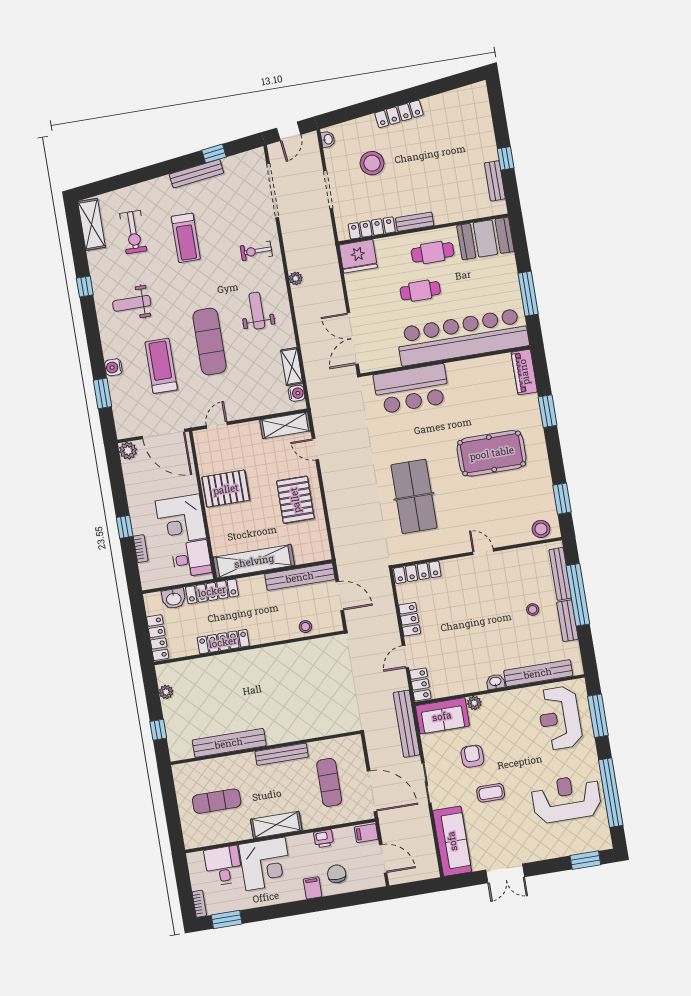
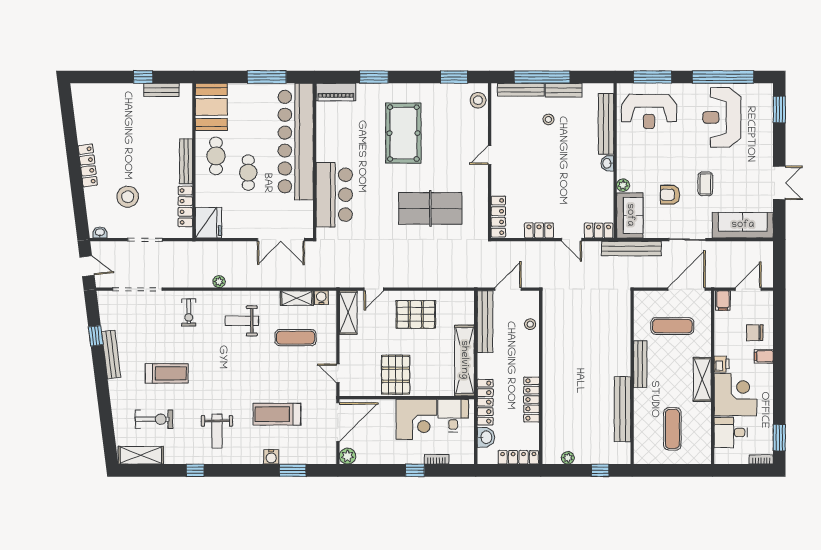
bench: (415, 222) -> (186, 161), width x1.36
exercise mat: (209, 342) -> (296, 338), moved, width x0.73, depth x0.69
printer: (324, 839) -> (722, 364), moved

